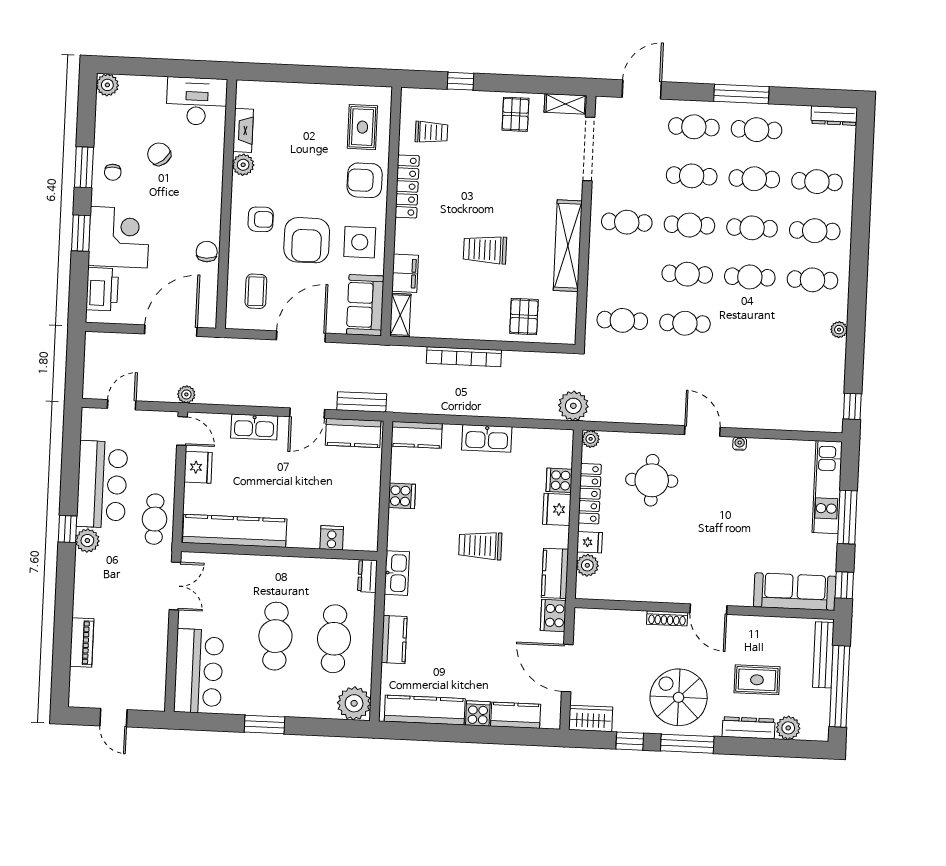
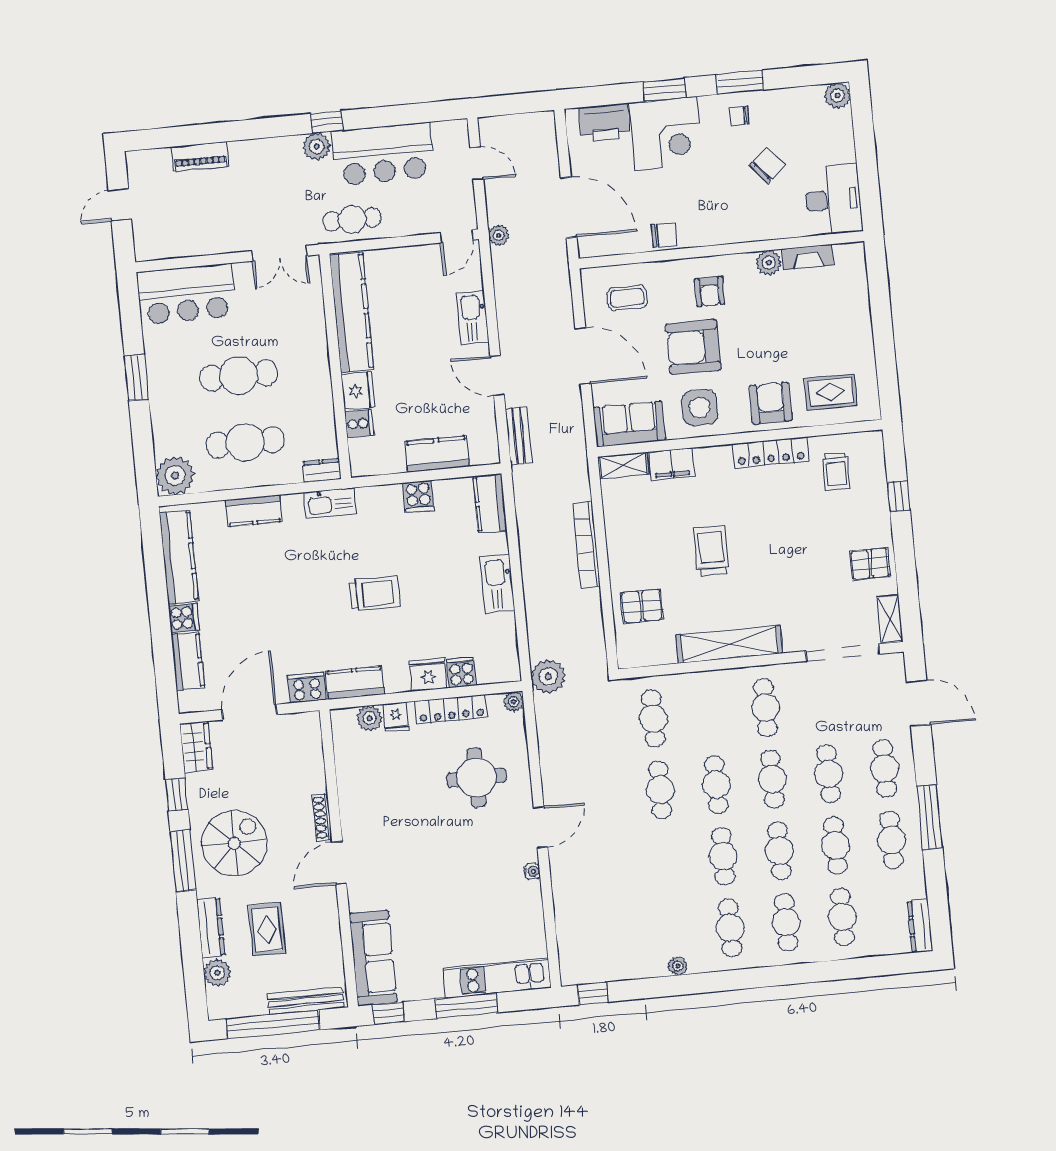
kitchen counter: (353, 433) -> (437, 454), moved, turned 90
fridge: (198, 467) -> (358, 391), moved, turned -90
trolley: (480, 546) -> (375, 593), turned 90

